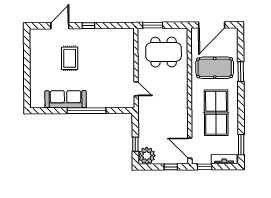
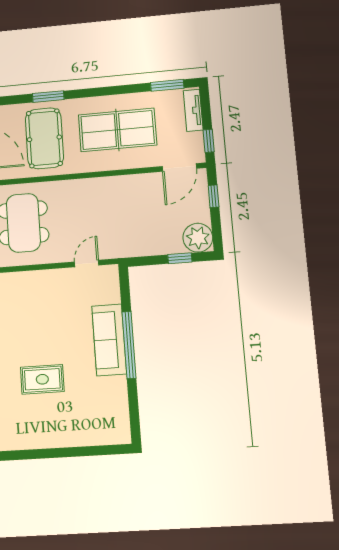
sofa: (66, 99) -> (109, 340), moved

